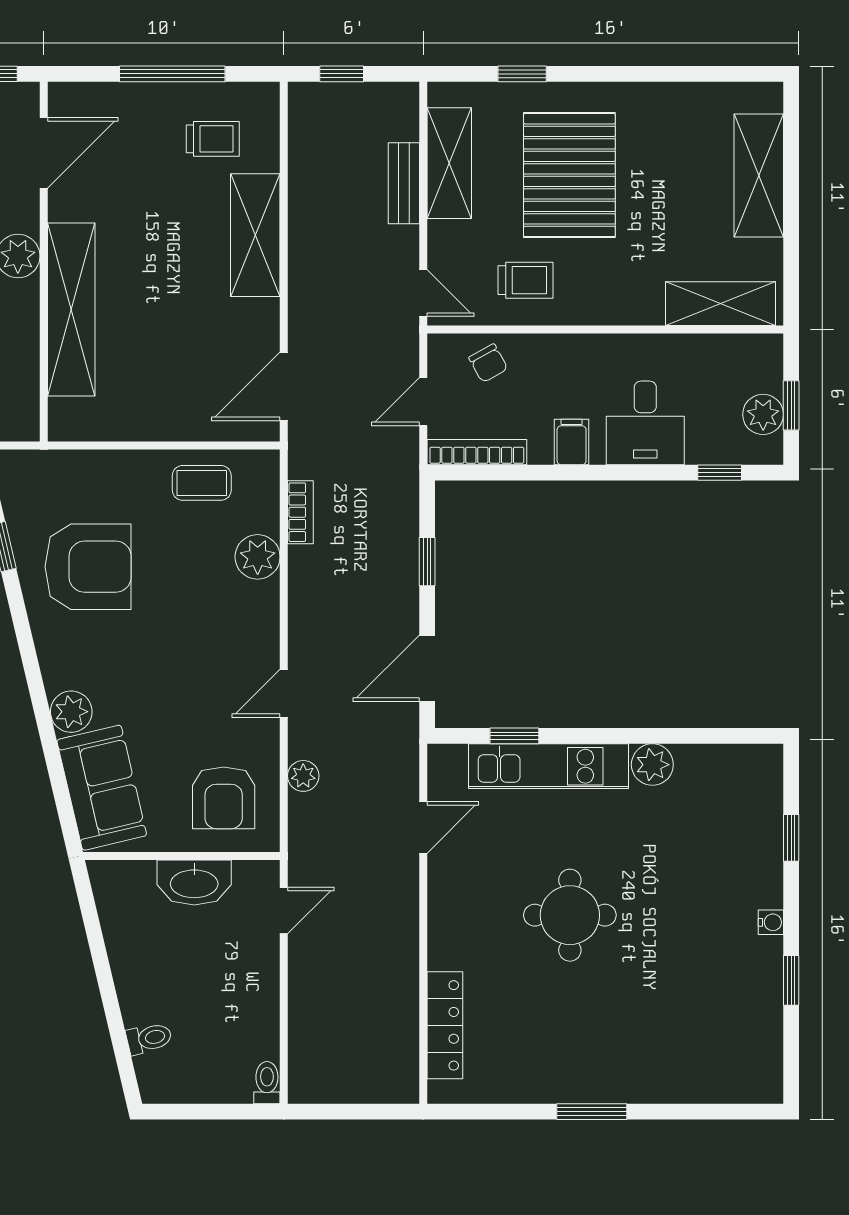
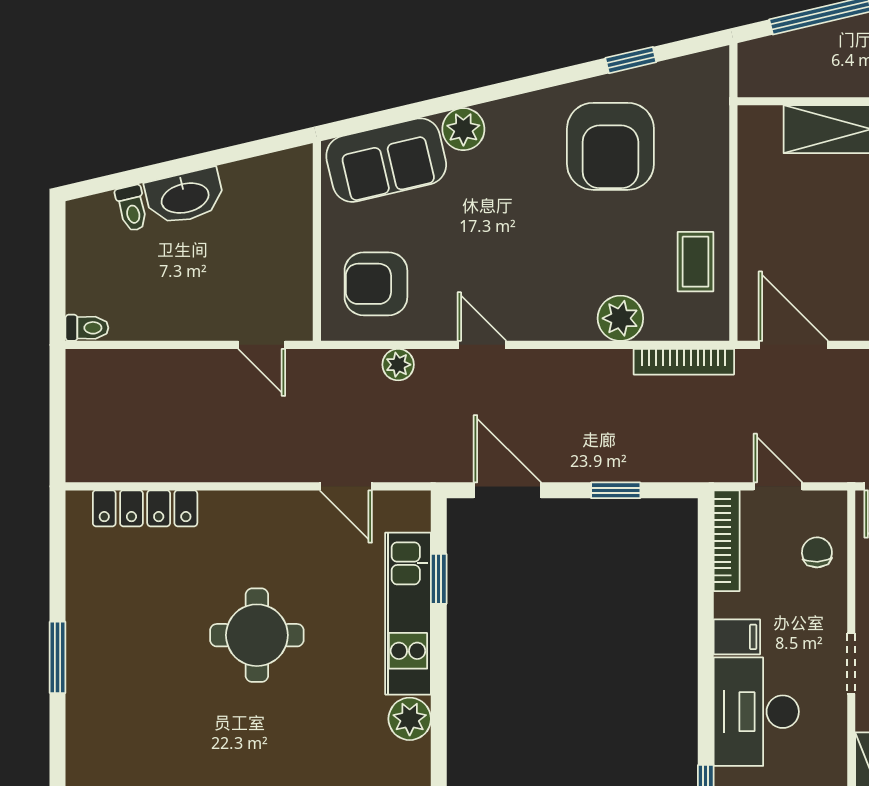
doorway: (598, 329) -> (851, 664), added
chair: (488, 363) -> (817, 552), turned 116
desk: (645, 423) -> (756, 712), width x1.37
bookcase: (300, 512) -> (684, 362), width x1.56
washbasin: (194, 882) -> (185, 197), moved, turned -103

